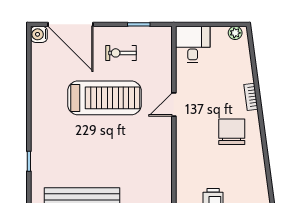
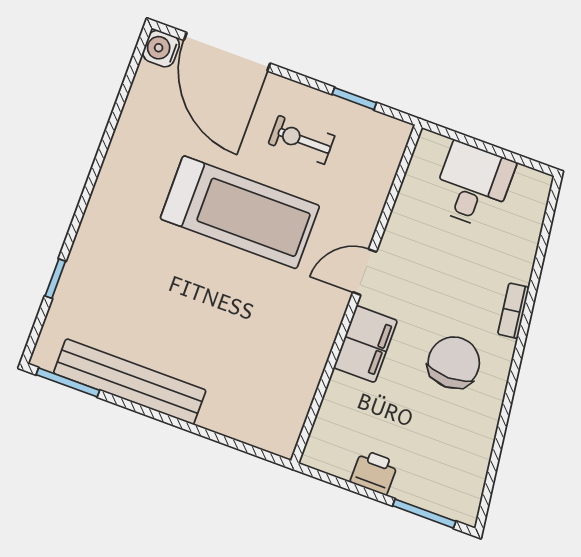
plant: (235, 33) -> (528, 181), removed
desk: (193, 45) -> (473, 185), moved
filing cabinet: (187, 138) -> (365, 344), added

